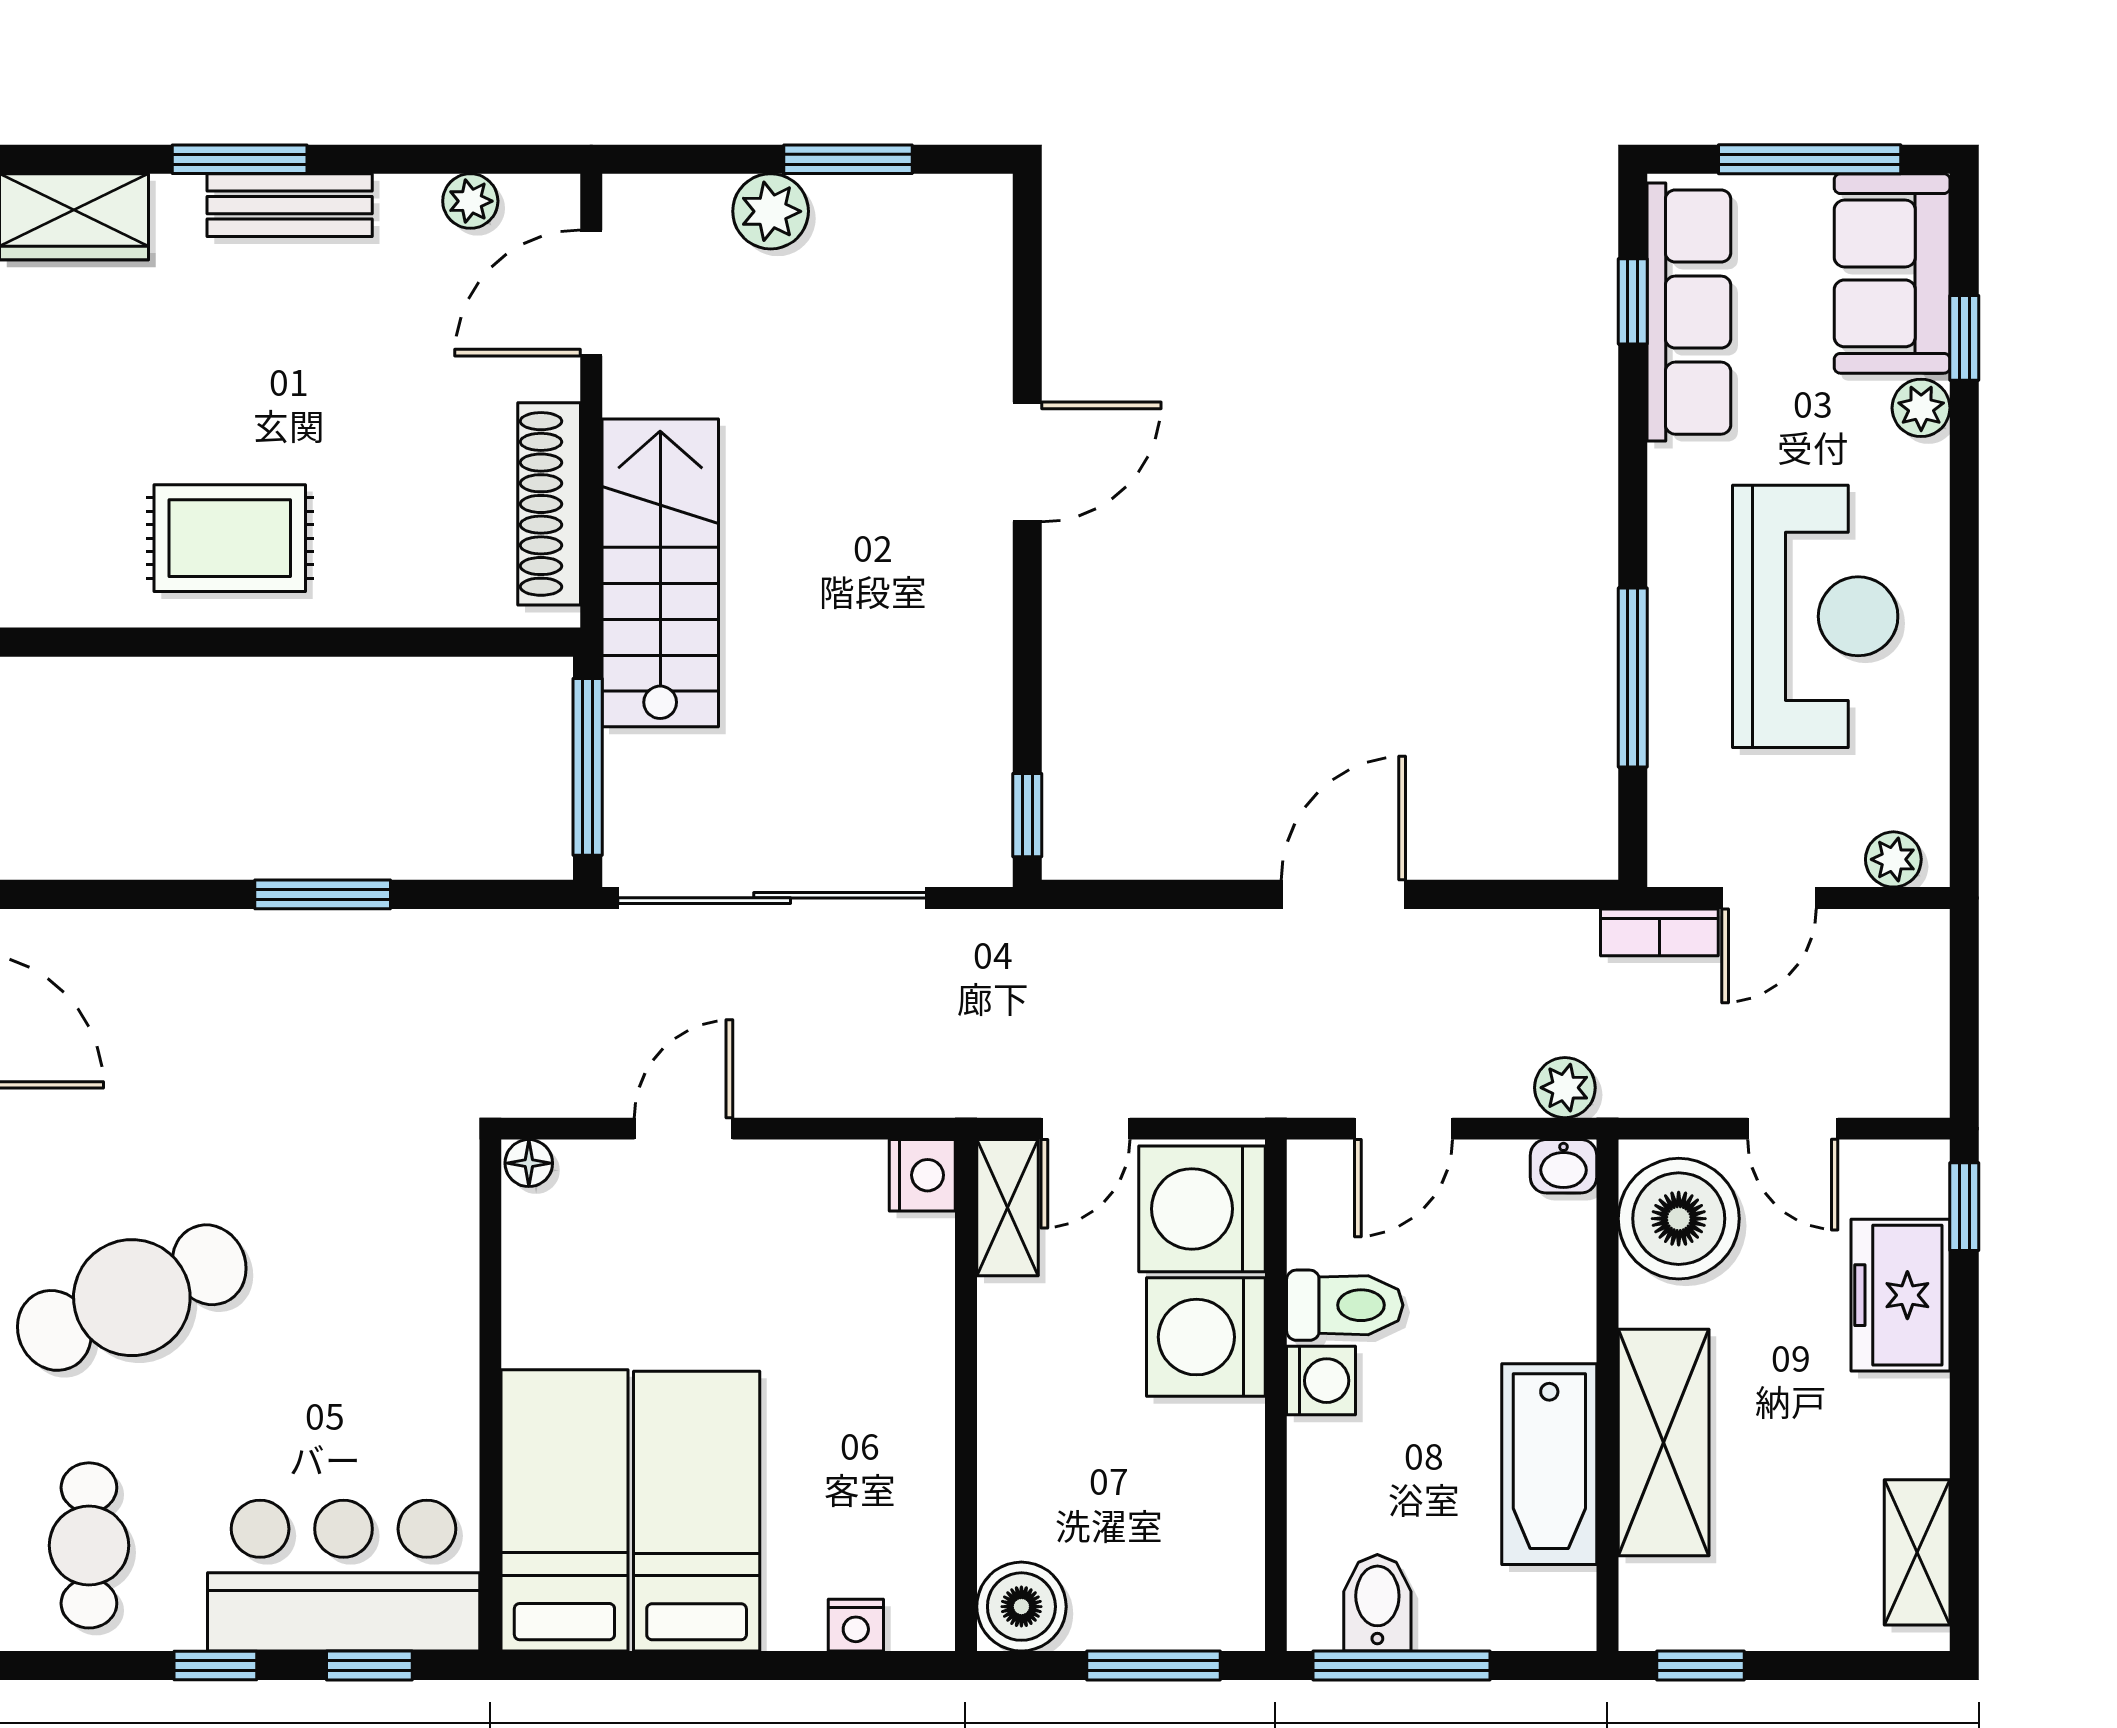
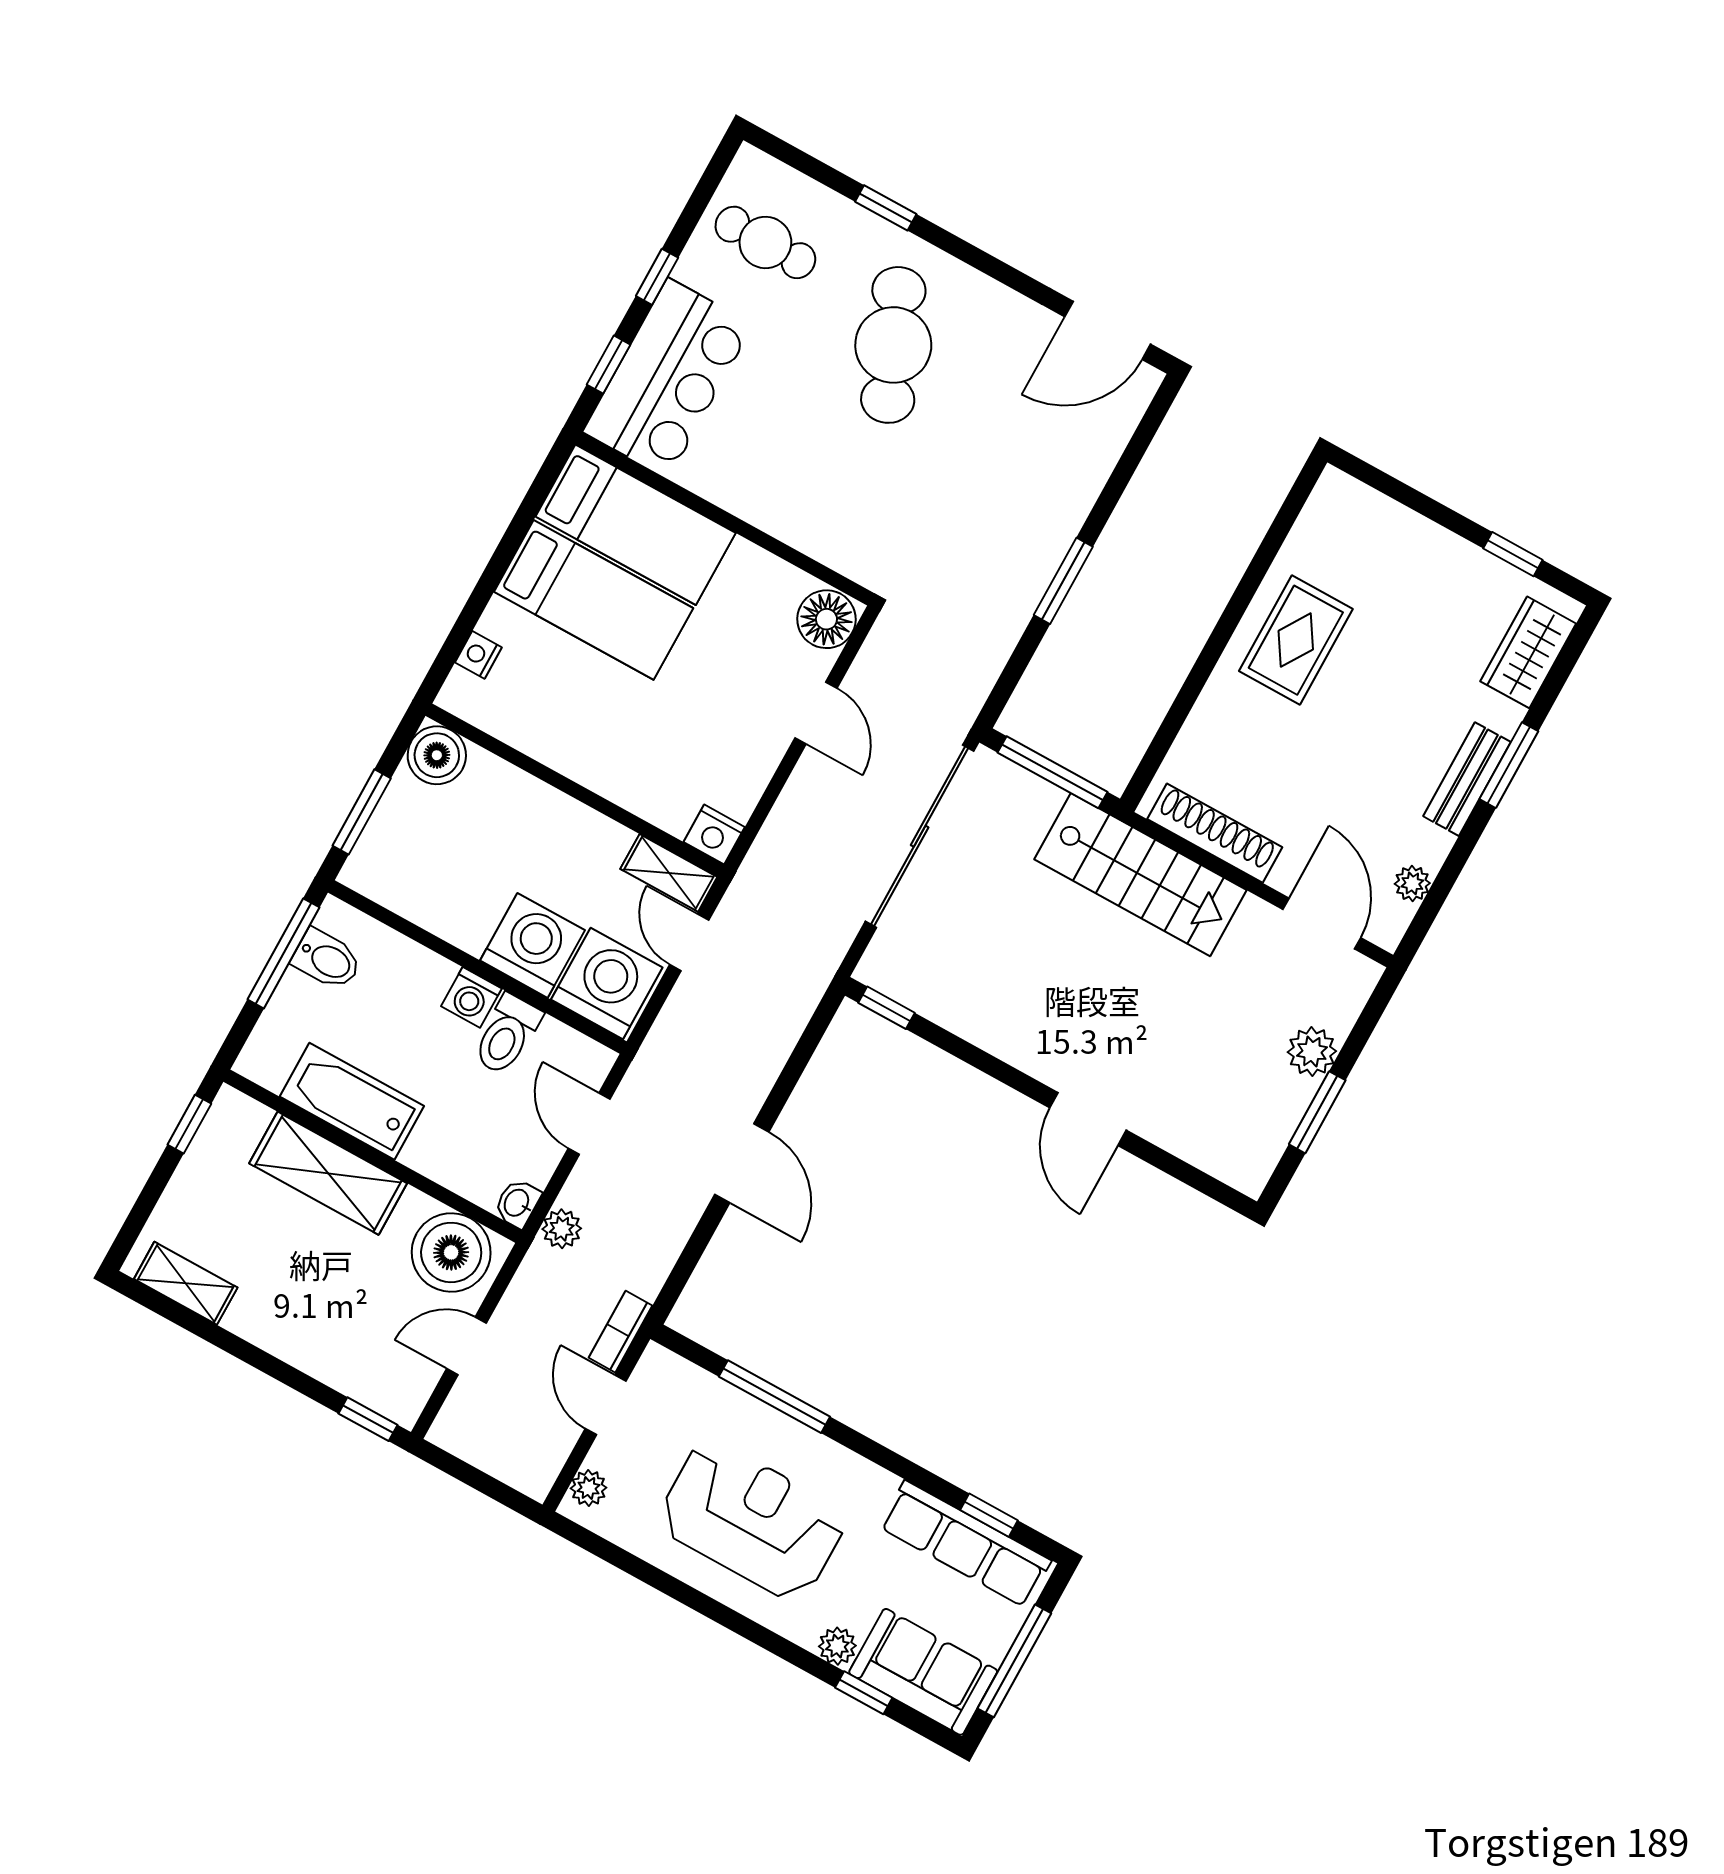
reception desk: (1815, 616) -> (752, 1520), turned 180
floor lamp: (529, 1163) -> (826, 619), width x1.89, depth x1.89
freezer: (1900, 1295) -> (338, 1355), removed

